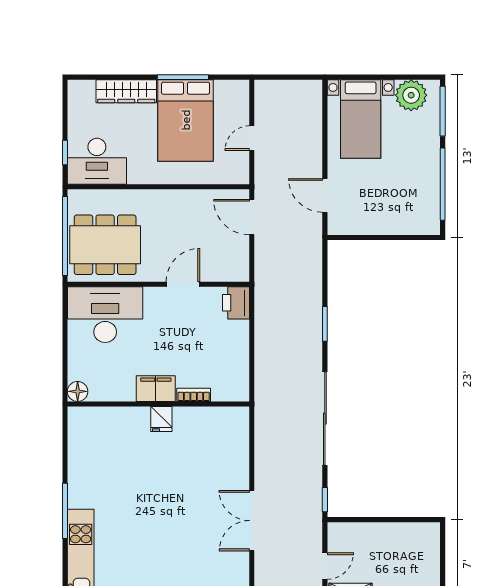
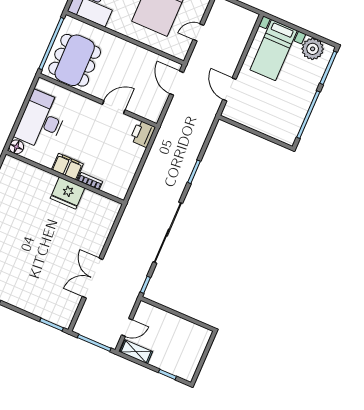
dining table: (105, 245) -> (75, 60), turned 90
desk: (105, 315) -> (42, 120), moved, turned -90
fridge: (161, 419) -> (67, 193), width x1.88, depth x1.34

